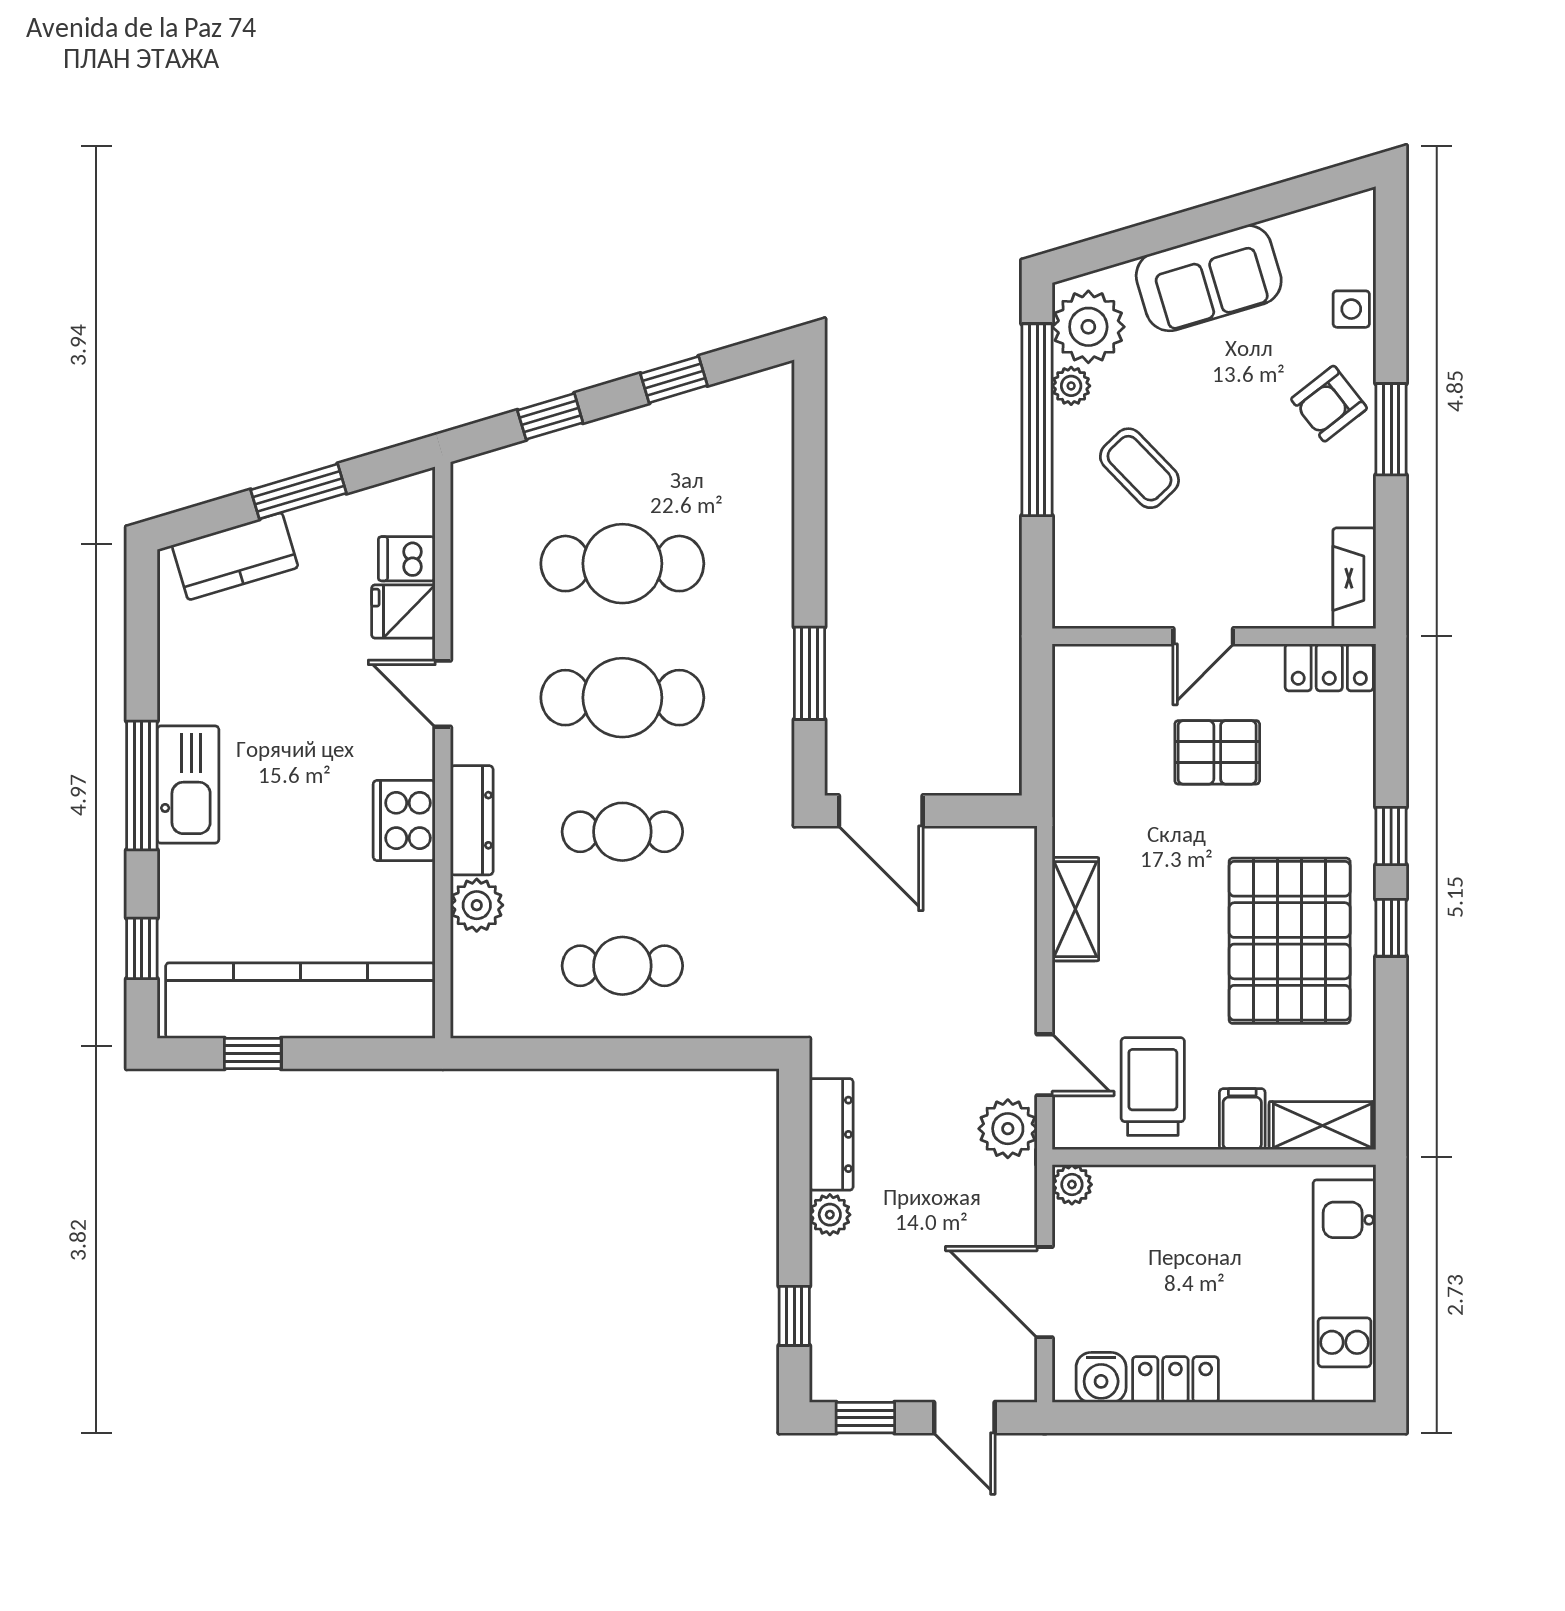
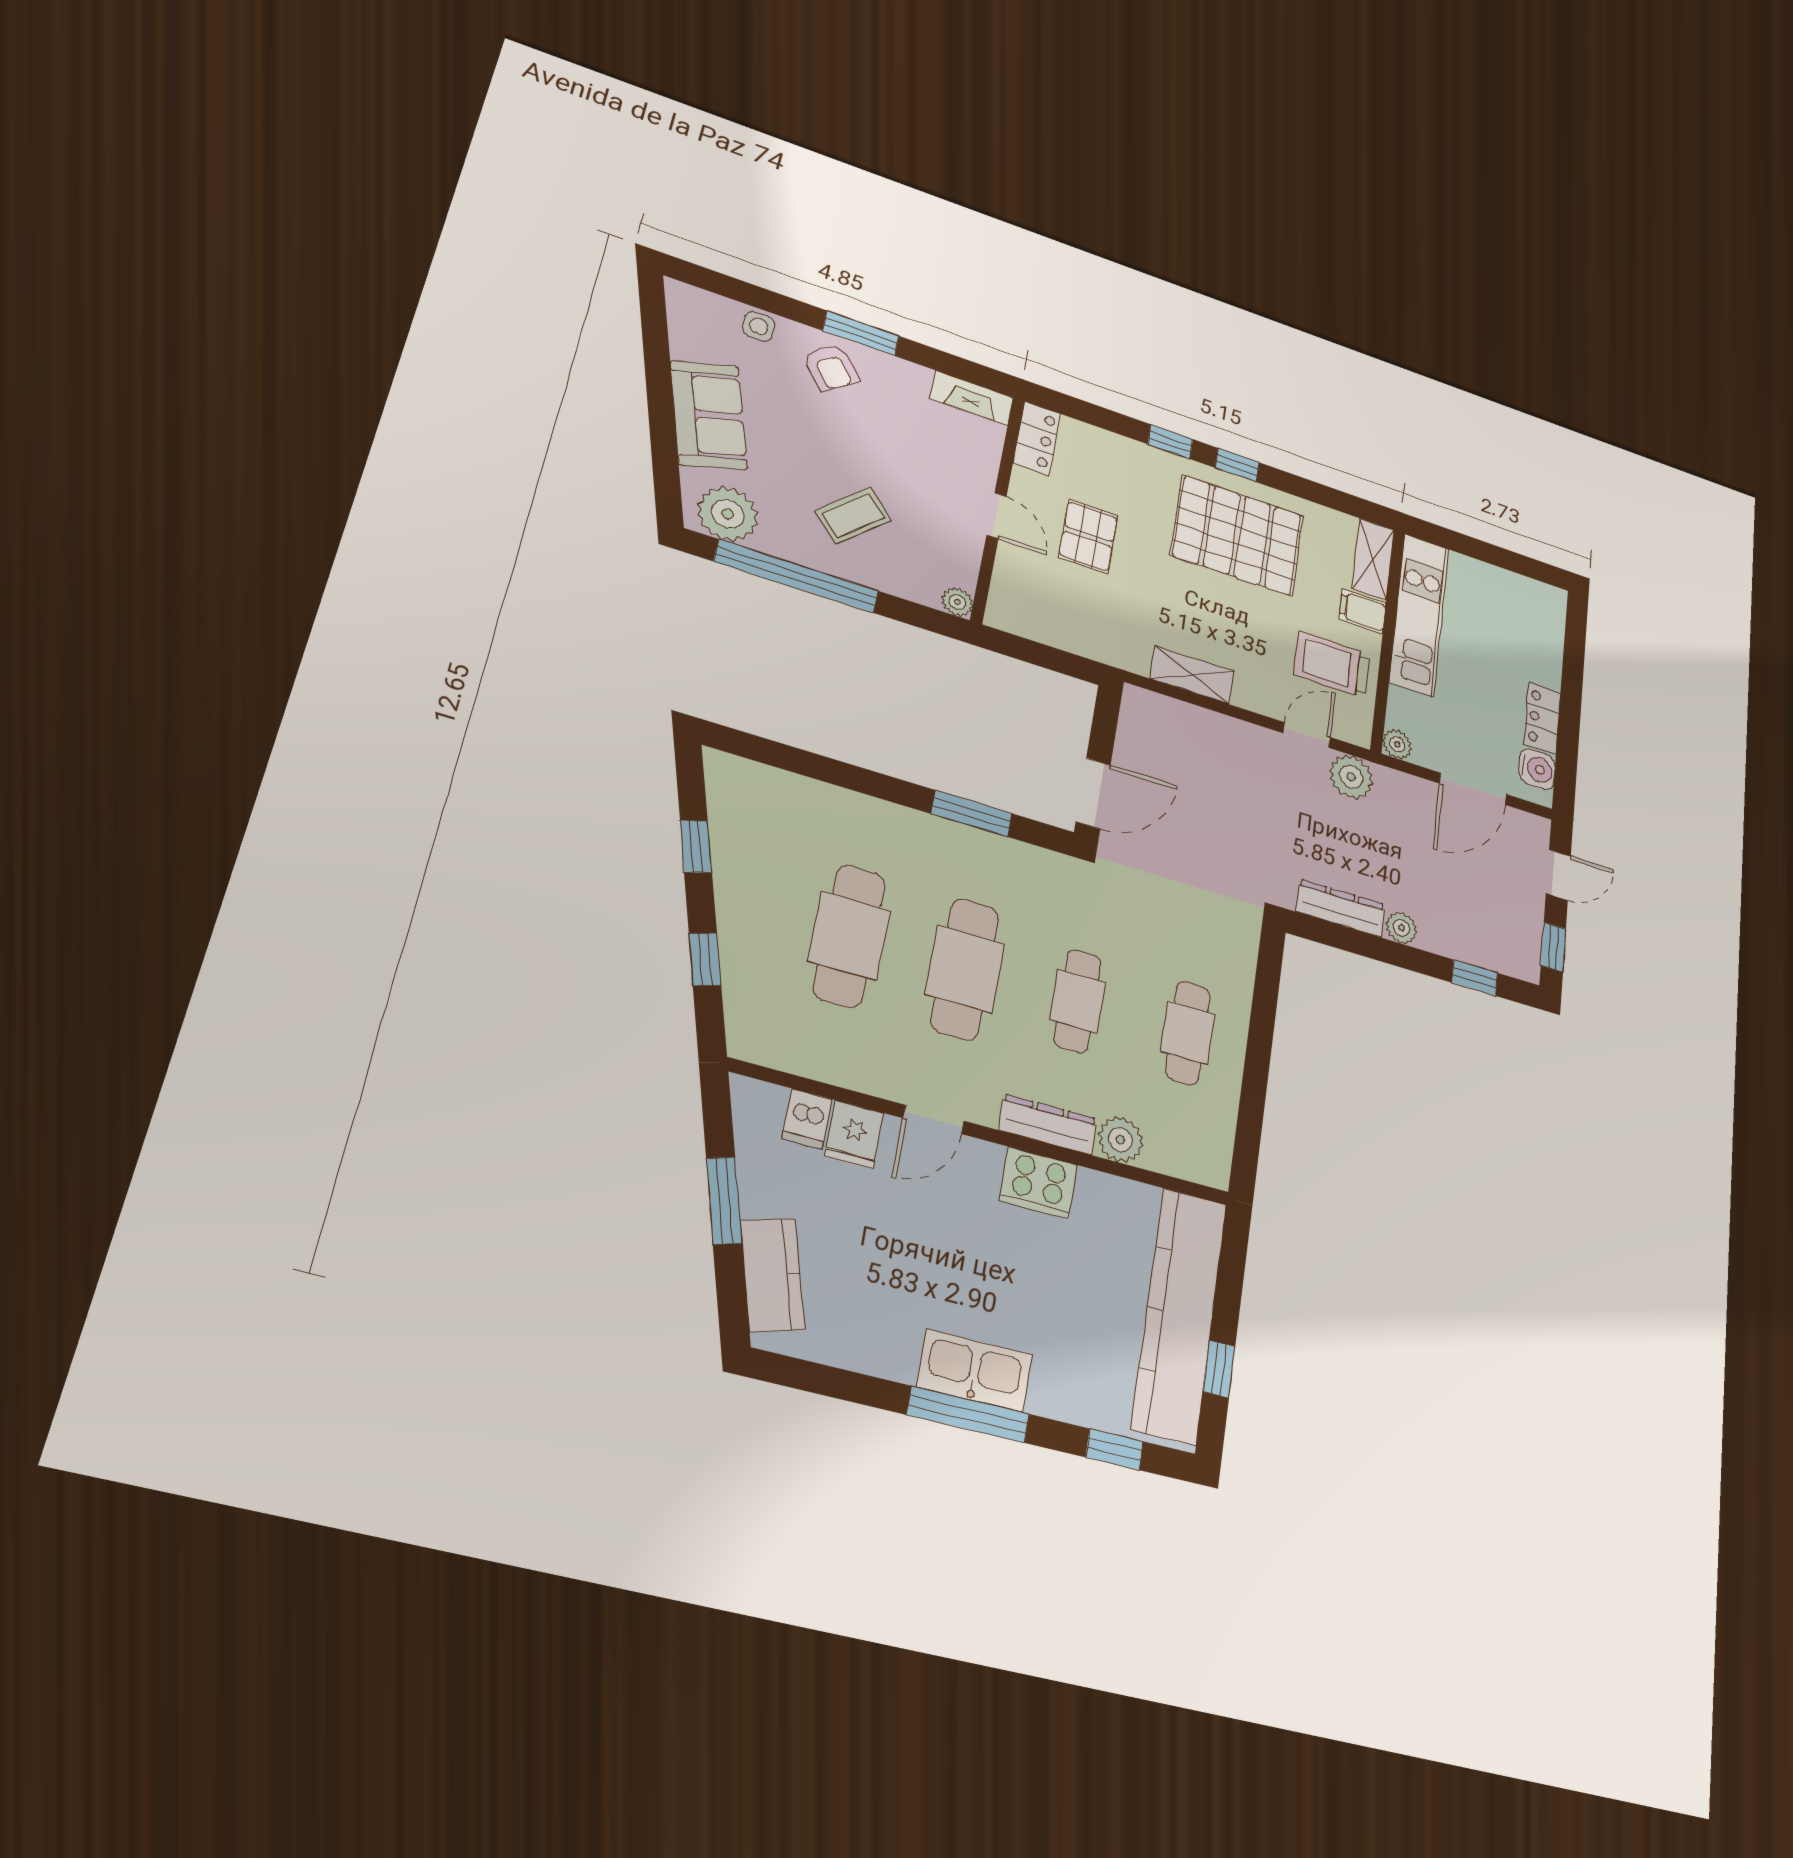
plant: (1071, 386) -> (957, 602), moved
kitchen unit: (1344, 1291) -> (1419, 615), moved, turned -90

